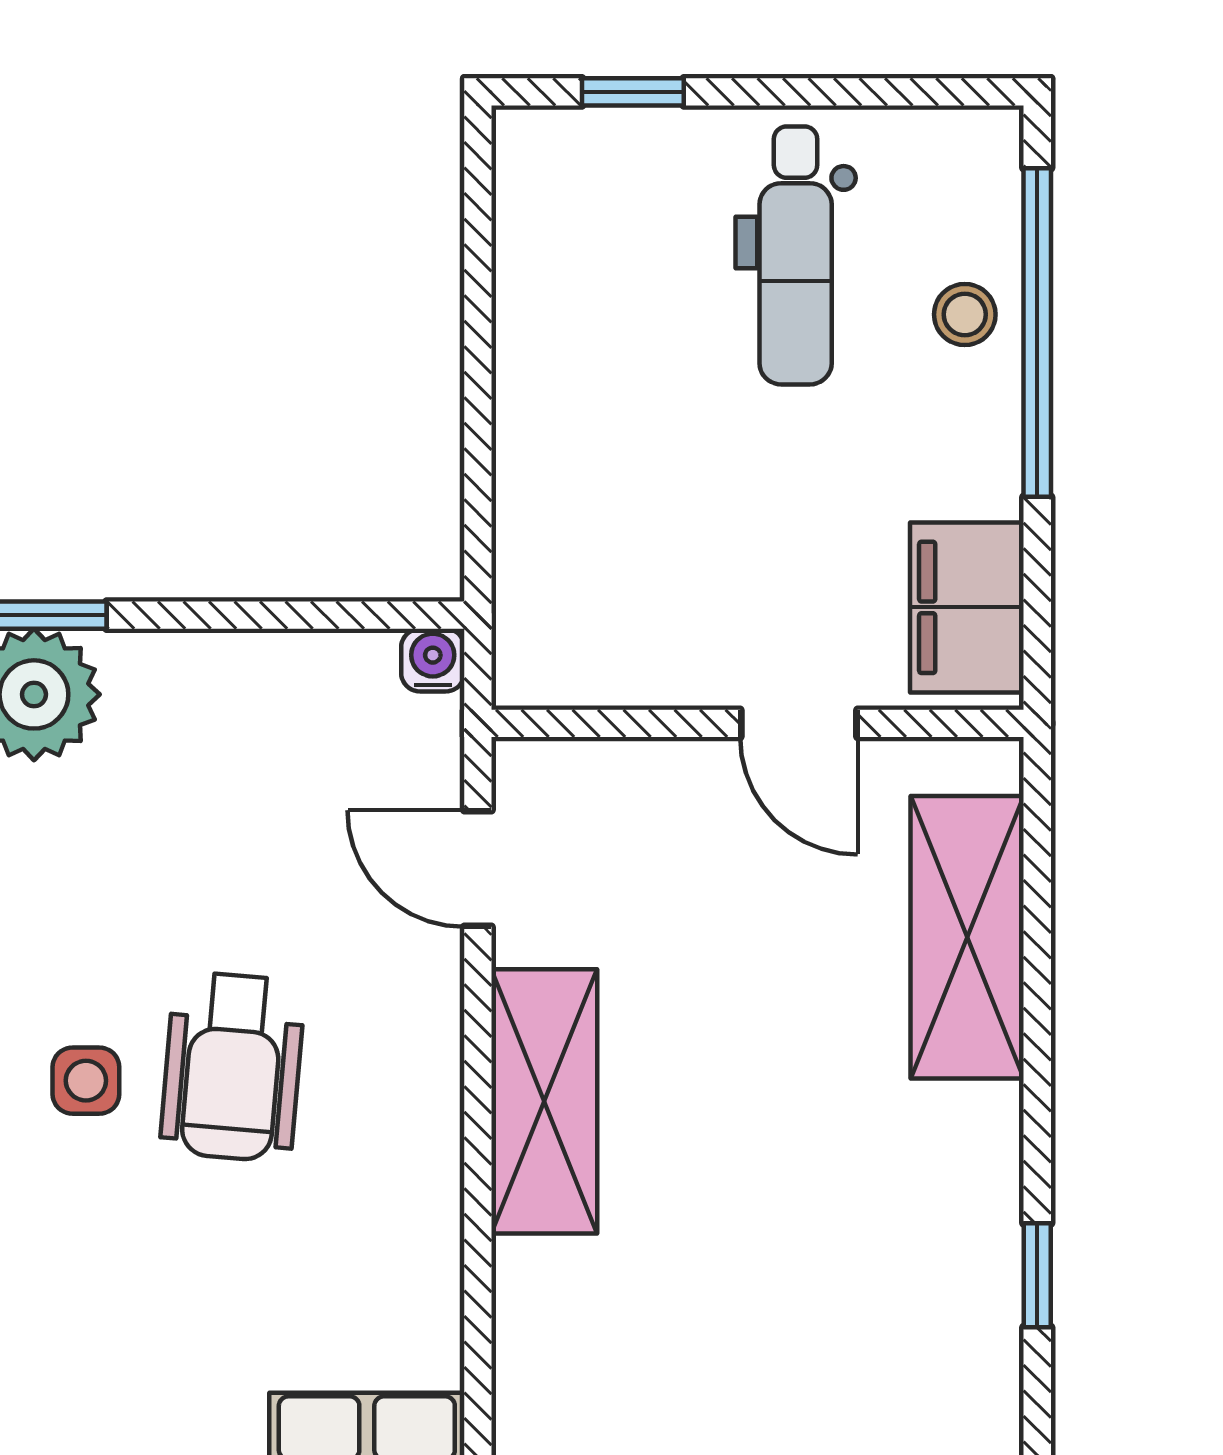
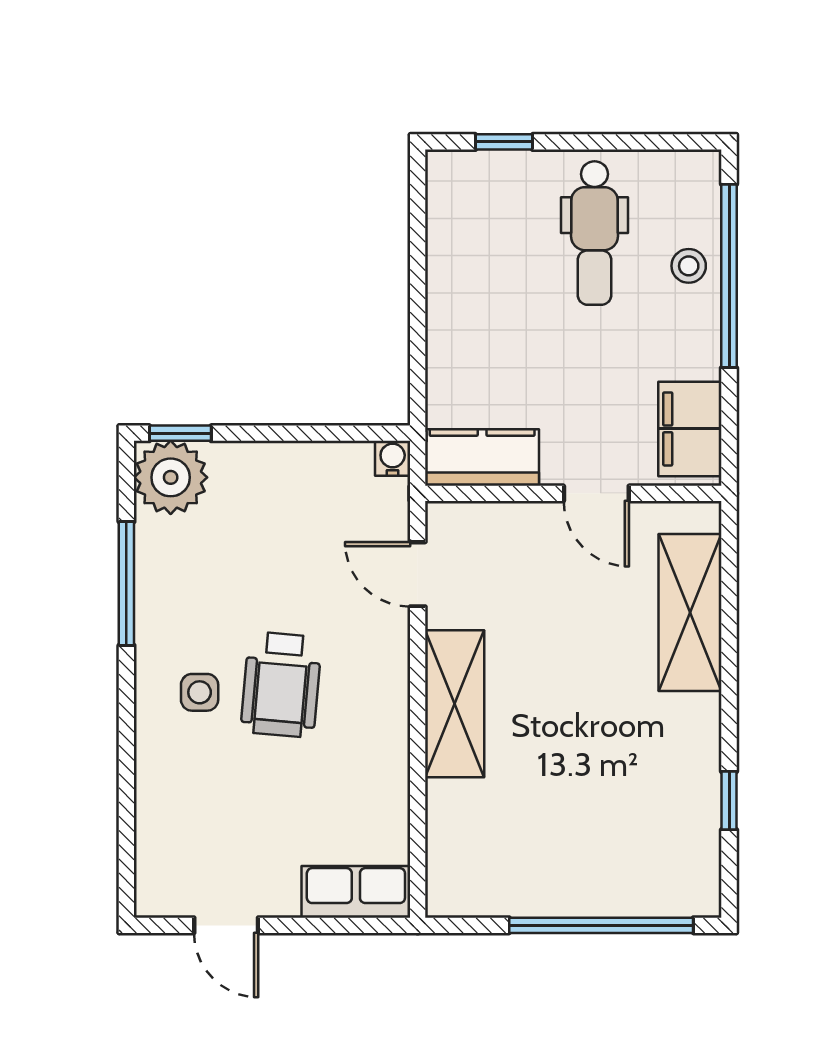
kitchen counter: (594, 659) -> (482, 457), added

